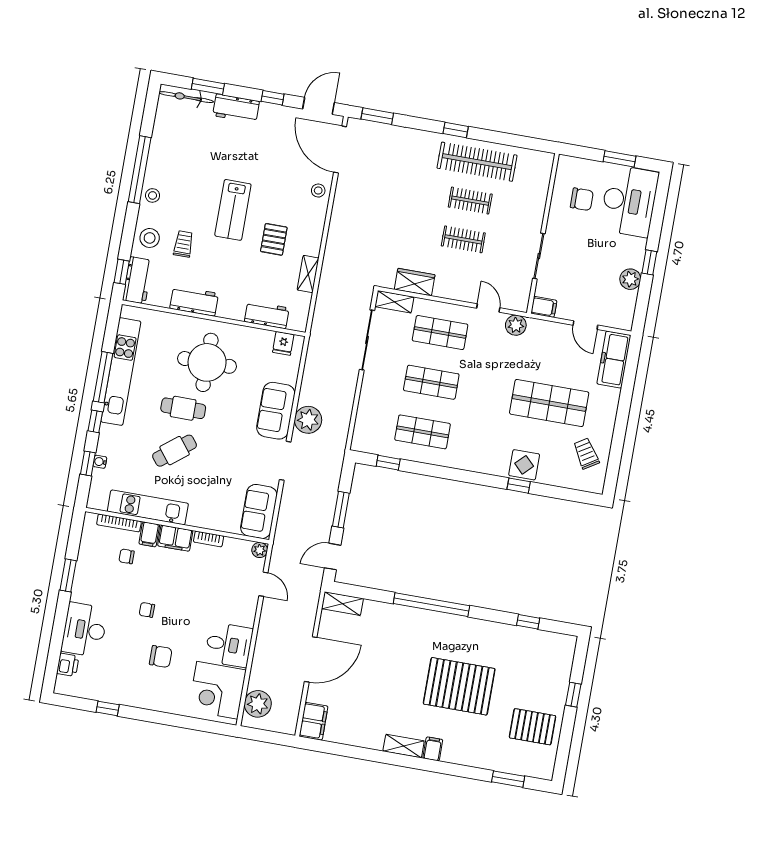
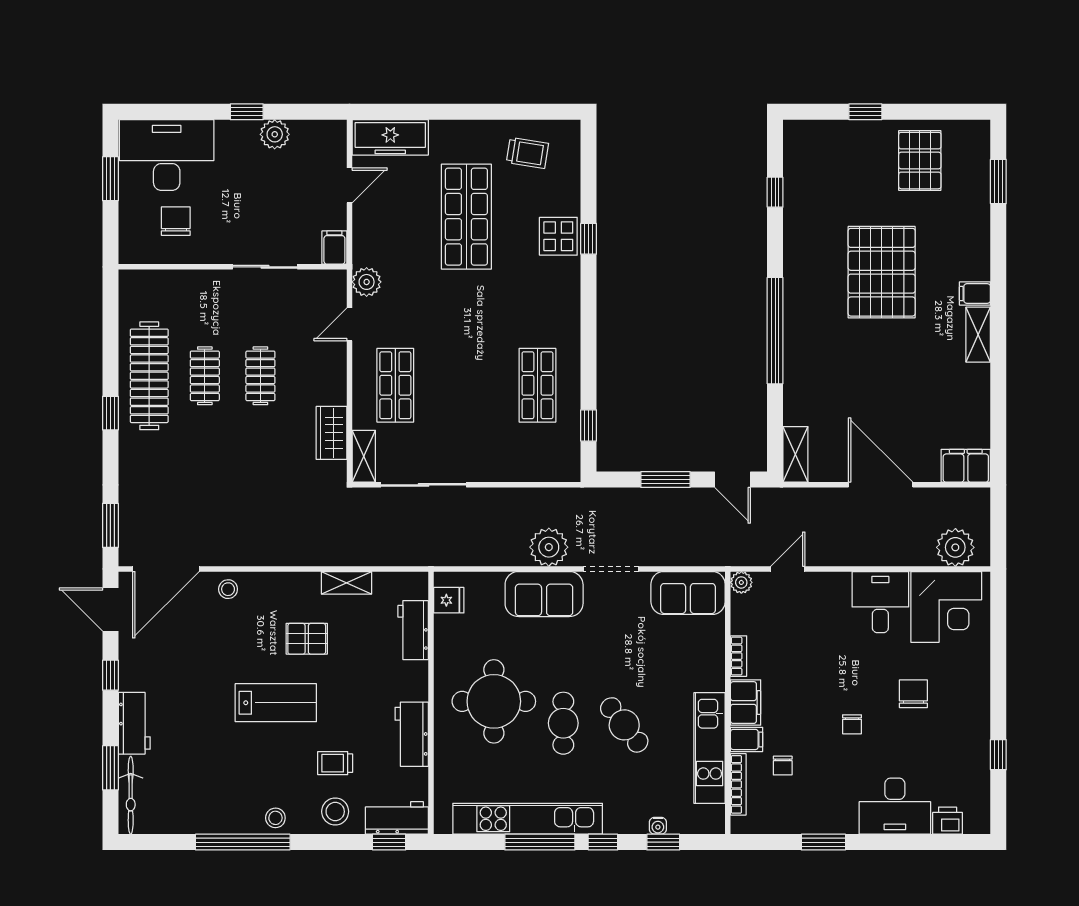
shop shelf: (431, 382) -> (466, 385), removed
trolley: (586, 453) -> (527, 153), turned -139

